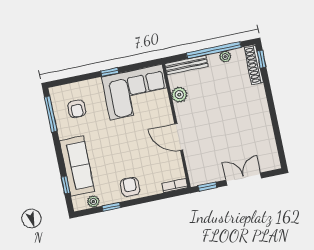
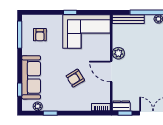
plant: (179, 95) -> (118, 53), moved
dresser: (201, 178) -> (121, 106), added
armchair: (130, 187) -> (75, 78), moved, turned -121

